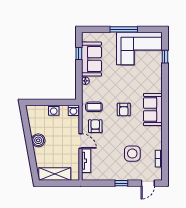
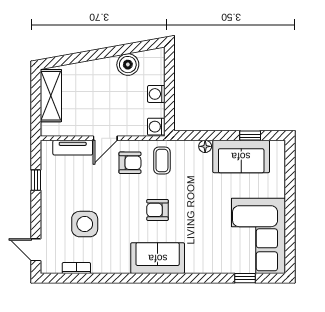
window: (124, 29) -> (290, 210), removed
boiler: (38, 140) -> (128, 65), moved
window: (121, 183) -> (36, 180), moved

